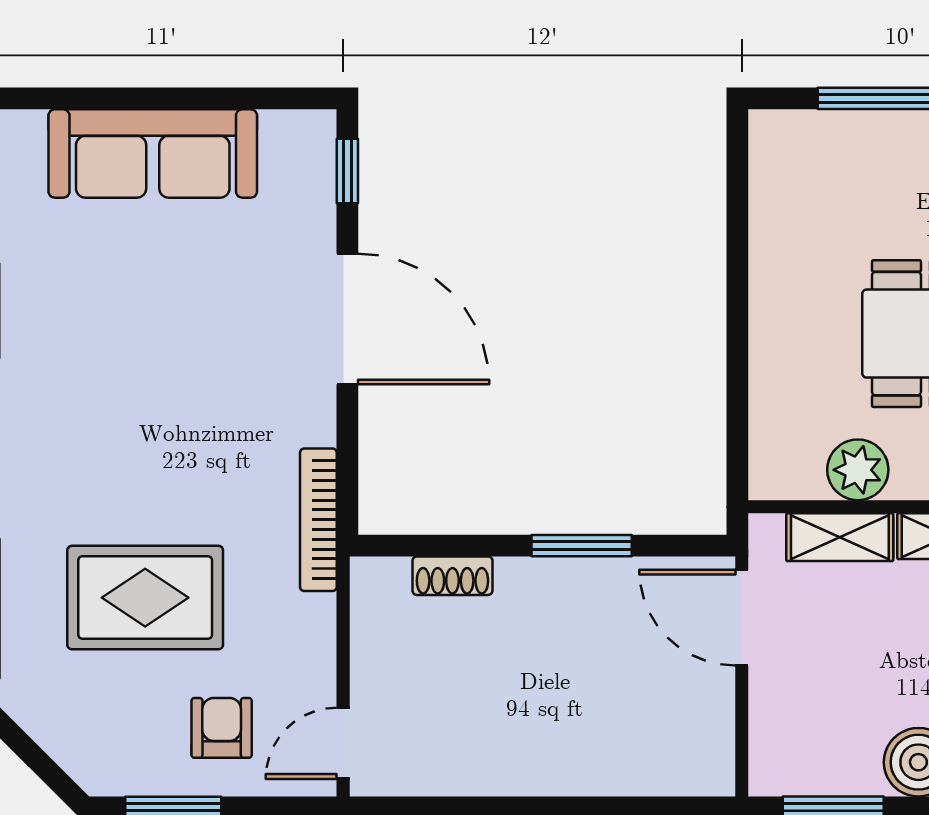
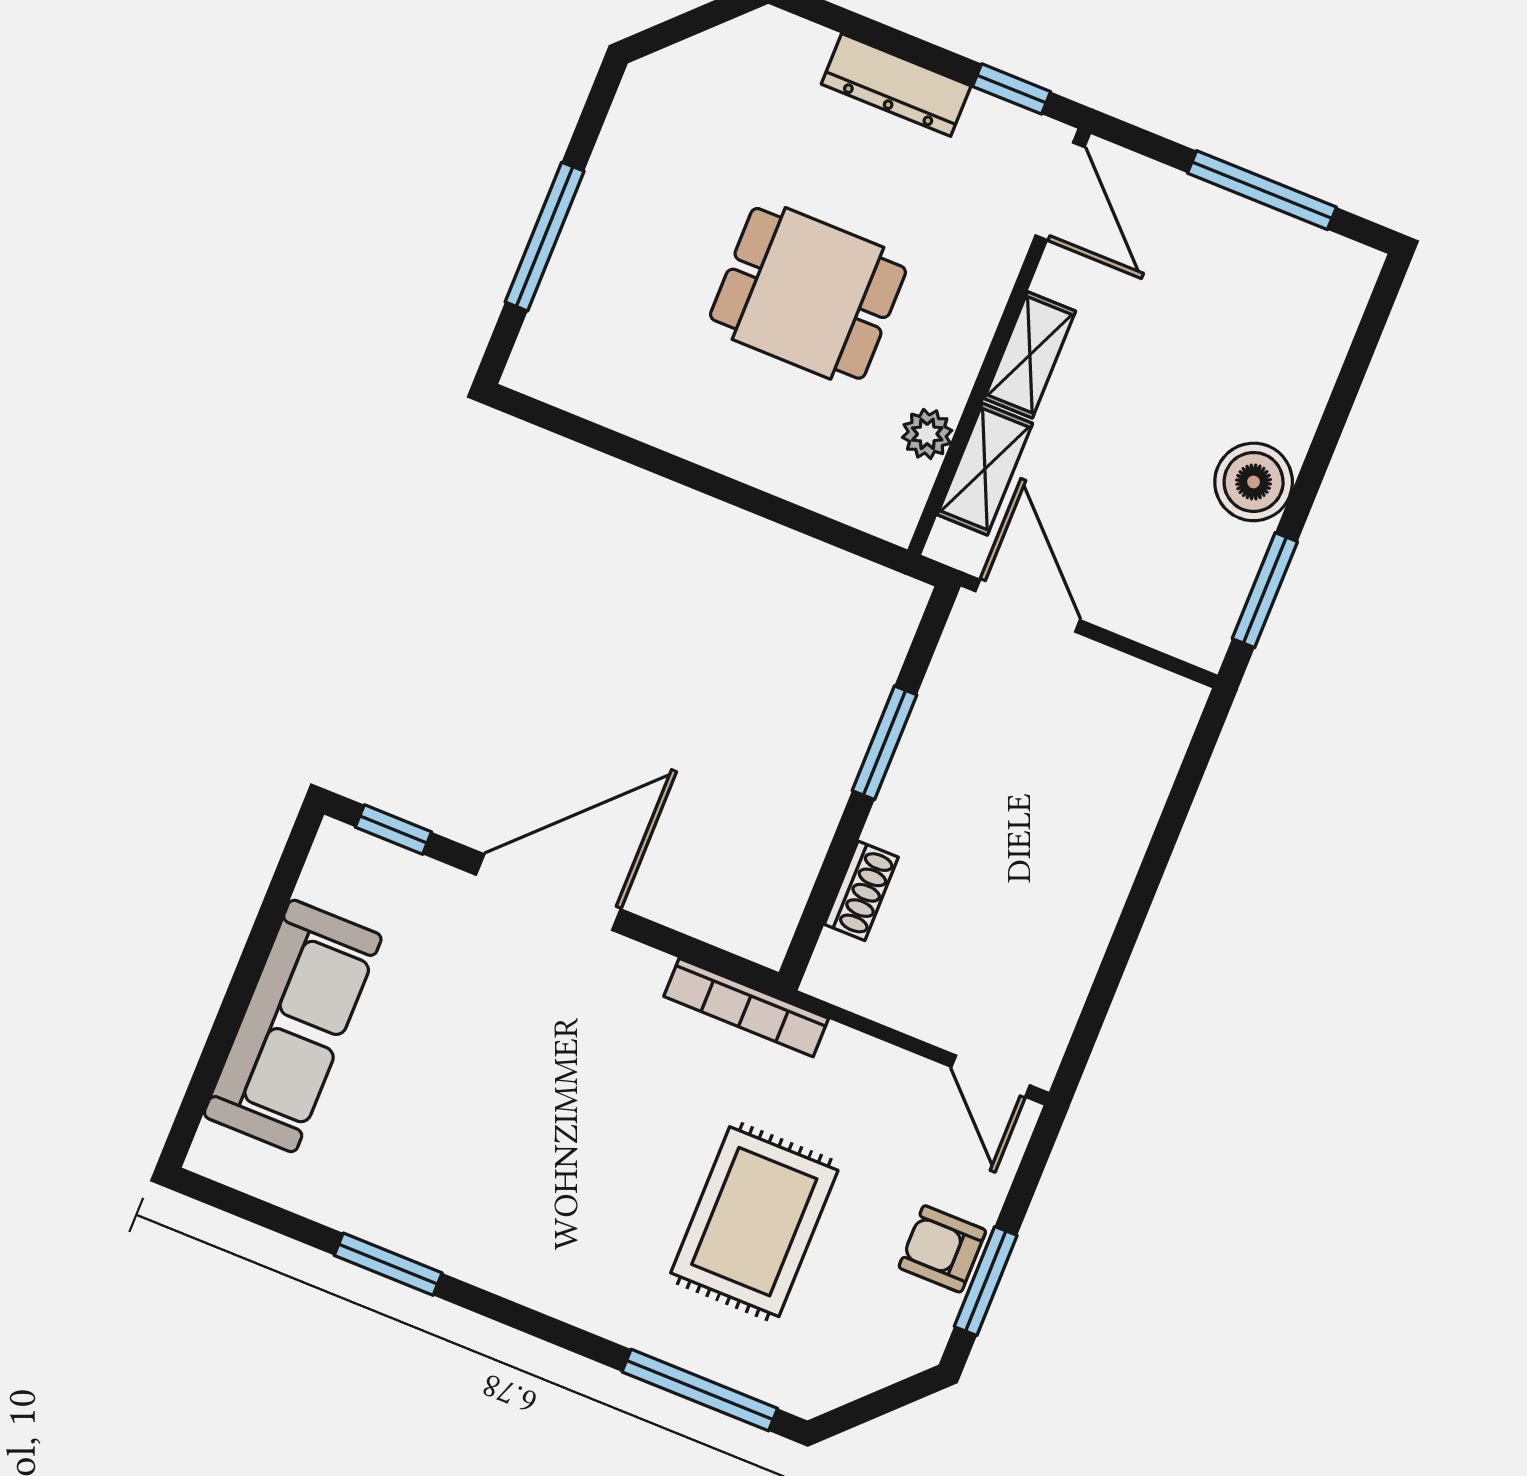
plant: (858, 470) -> (927, 434), width x0.73, depth x0.73
door: (742, 618) -> (1028, 606), swing flipped
armchair: (222, 728) -> (942, 1249), moved

